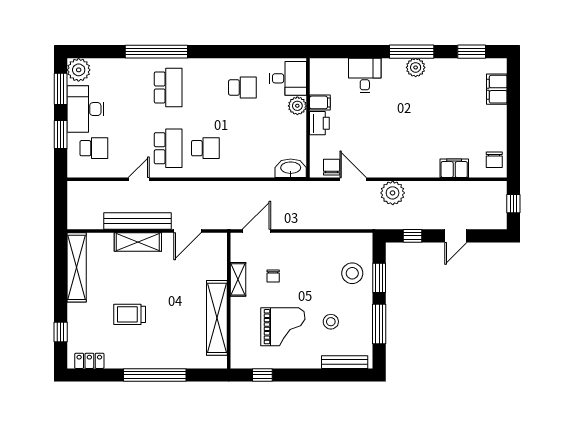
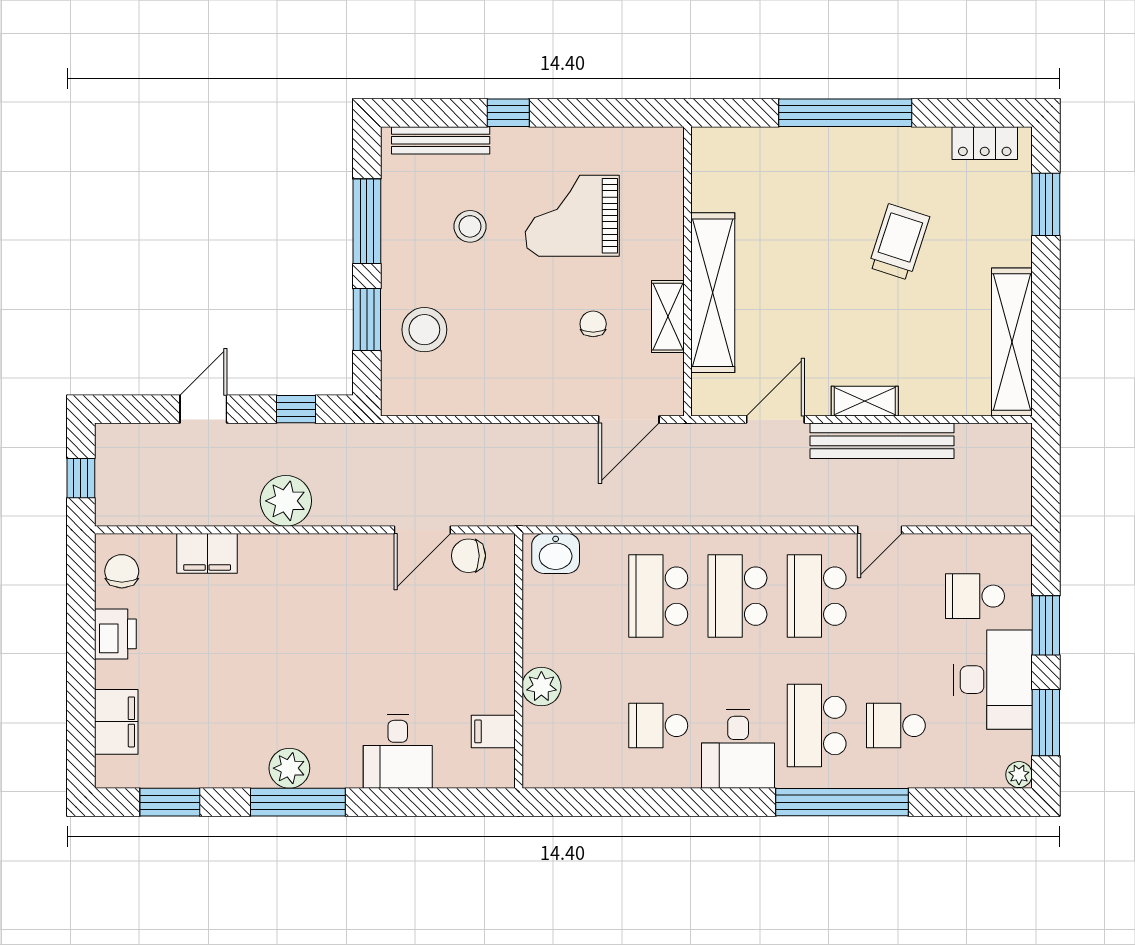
plant: (79, 70) -> (1019, 775), width x0.53, depth x0.53
desk: (288, 78) -> (738, 749), moved, turned -90
school desk: (131, 87) -> (896, 726), added
filing cabinet: (320, 102) -> (493, 731), moved
printer: (319, 123) -> (115, 634), moved, turned 180
school desk: (205, 148) -> (737, 596), width x1.85
school desk: (242, 148) -> (658, 596), added
chair: (332, 167) -> (469, 556), turned 90
washbasin: (291, 168) -> (556, 553), width x0.72
door: (353, 179) -> (422, 530), hinge flipped
plant: (393, 193) -> (286, 501), moved
shelving: (138, 242) -> (865, 401), width x0.67, depth x0.75
trolley: (130, 314) -> (899, 242), turned -72
shelving: (217, 318) -> (713, 293), moved
window: (61, 332) -> (1046, 204), width x1.50
window: (262, 375) -> (508, 113), moved

